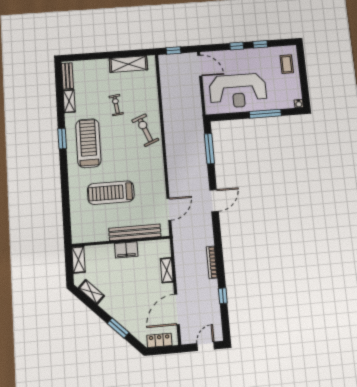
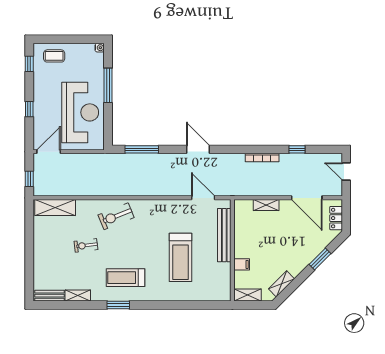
window: (260, 44) -> (29, 64), moved
shelving: (128, 64) -> (55, 207), moved, turned 90
treadmill: (88, 143) -> (125, 278), width x0.73, depth x0.73
filing cabinet: (126, 250) -> (242, 264), moved, width x0.50

